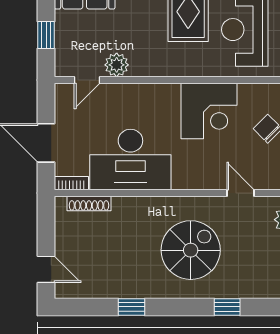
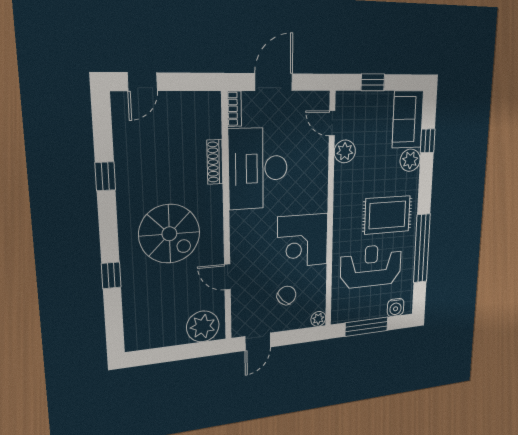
door: (240, 193) -> (227, 277), swing flipped
shoe rack: (89, 203) -> (215, 162), moved

